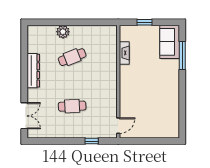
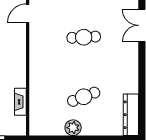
plant: (63, 32) -> (73, 128), moved
dresser: (33, 71) -> (131, 115), moved

